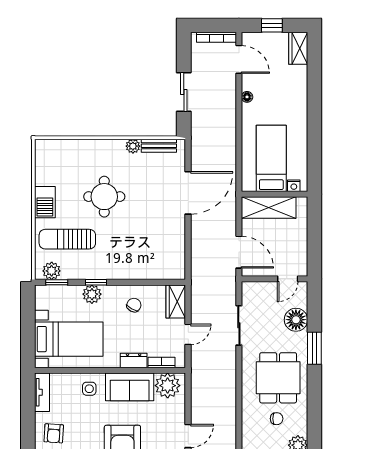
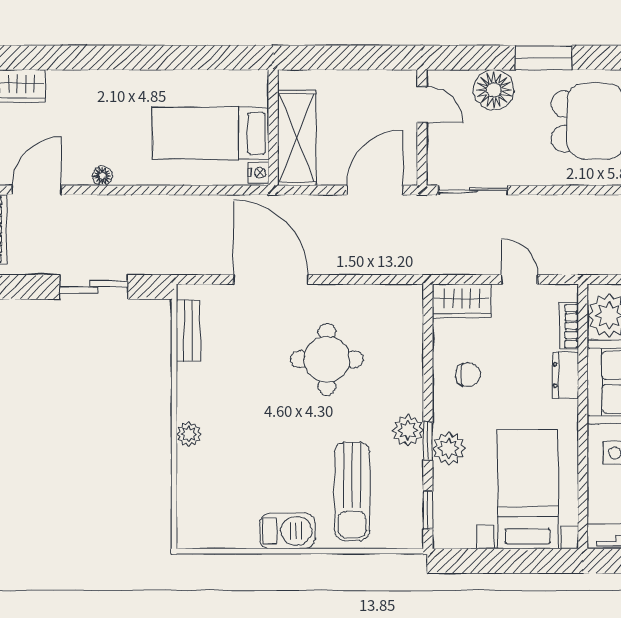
plant: (133, 146) -> (189, 434), moved
nightstand: (294, 186) -> (258, 173), moved
round table: (104, 197) -> (327, 359), moved
plant: (52, 271) -> (408, 430), moved
chair: (134, 305) -> (468, 375), turned 152
sliding door: (239, 325) -> (473, 190), moved

